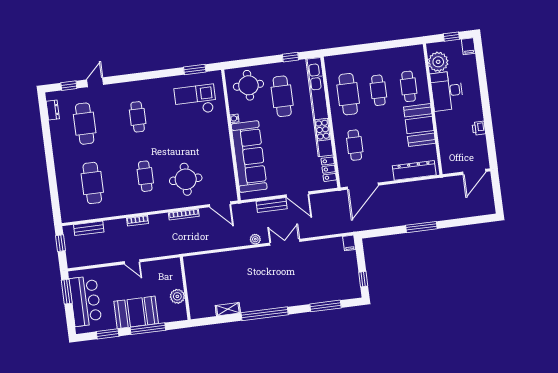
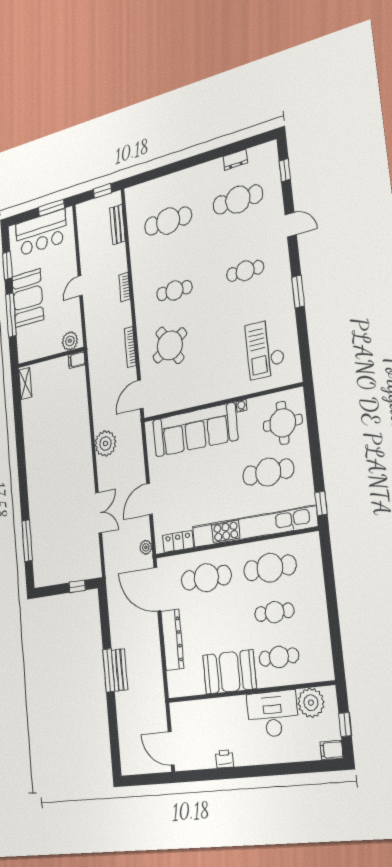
window: (290, 57) -> (321, 503), moved
window: (195, 69) -> (298, 292), moved
door: (95, 82) -> (291, 225), moved
checkout: (195, 100) -> (265, 349), turned 180
dresser: (53, 110) -> (235, 160), moved
cafe table: (355, 145) -> (206, 578), width x1.37, depth x1.35
dresser: (414, 170) -> (172, 640), moved
round table: (186, 179) -> (170, 345), turned -31
plant: (332, 197) -> (146, 547), added
bench: (272, 205) -> (119, 670), moved
plant: (255, 239) -> (105, 443), width x1.88, depth x1.88
double door: (285, 242) -> (99, 513), moved
filing cabinet: (349, 243) -> (77, 360), moved
window: (363, 279) -> (77, 586), moved
plant: (177, 296) -> (70, 341), moved
shelving: (228, 309) -> (25, 383), moved
window: (265, 314) -> (21, 462), removed

